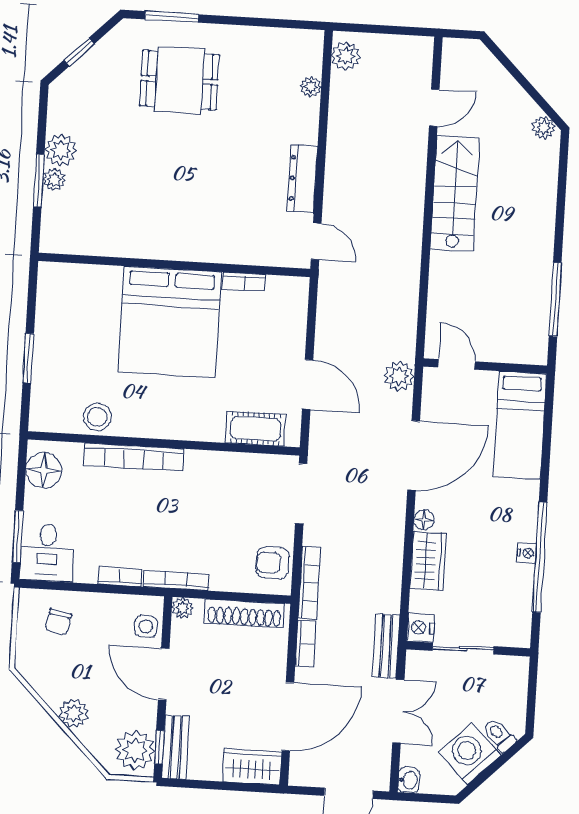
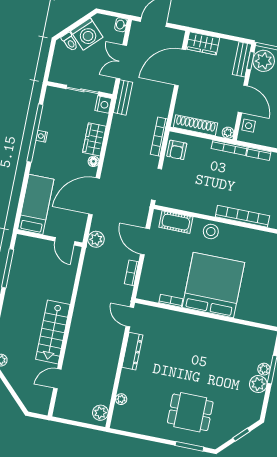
stool: (97, 417) -> (211, 232), moved
armchair: (273, 563) -> (177, 150), turned 90
bookcase: (306, 644) -> (131, 273), moved

